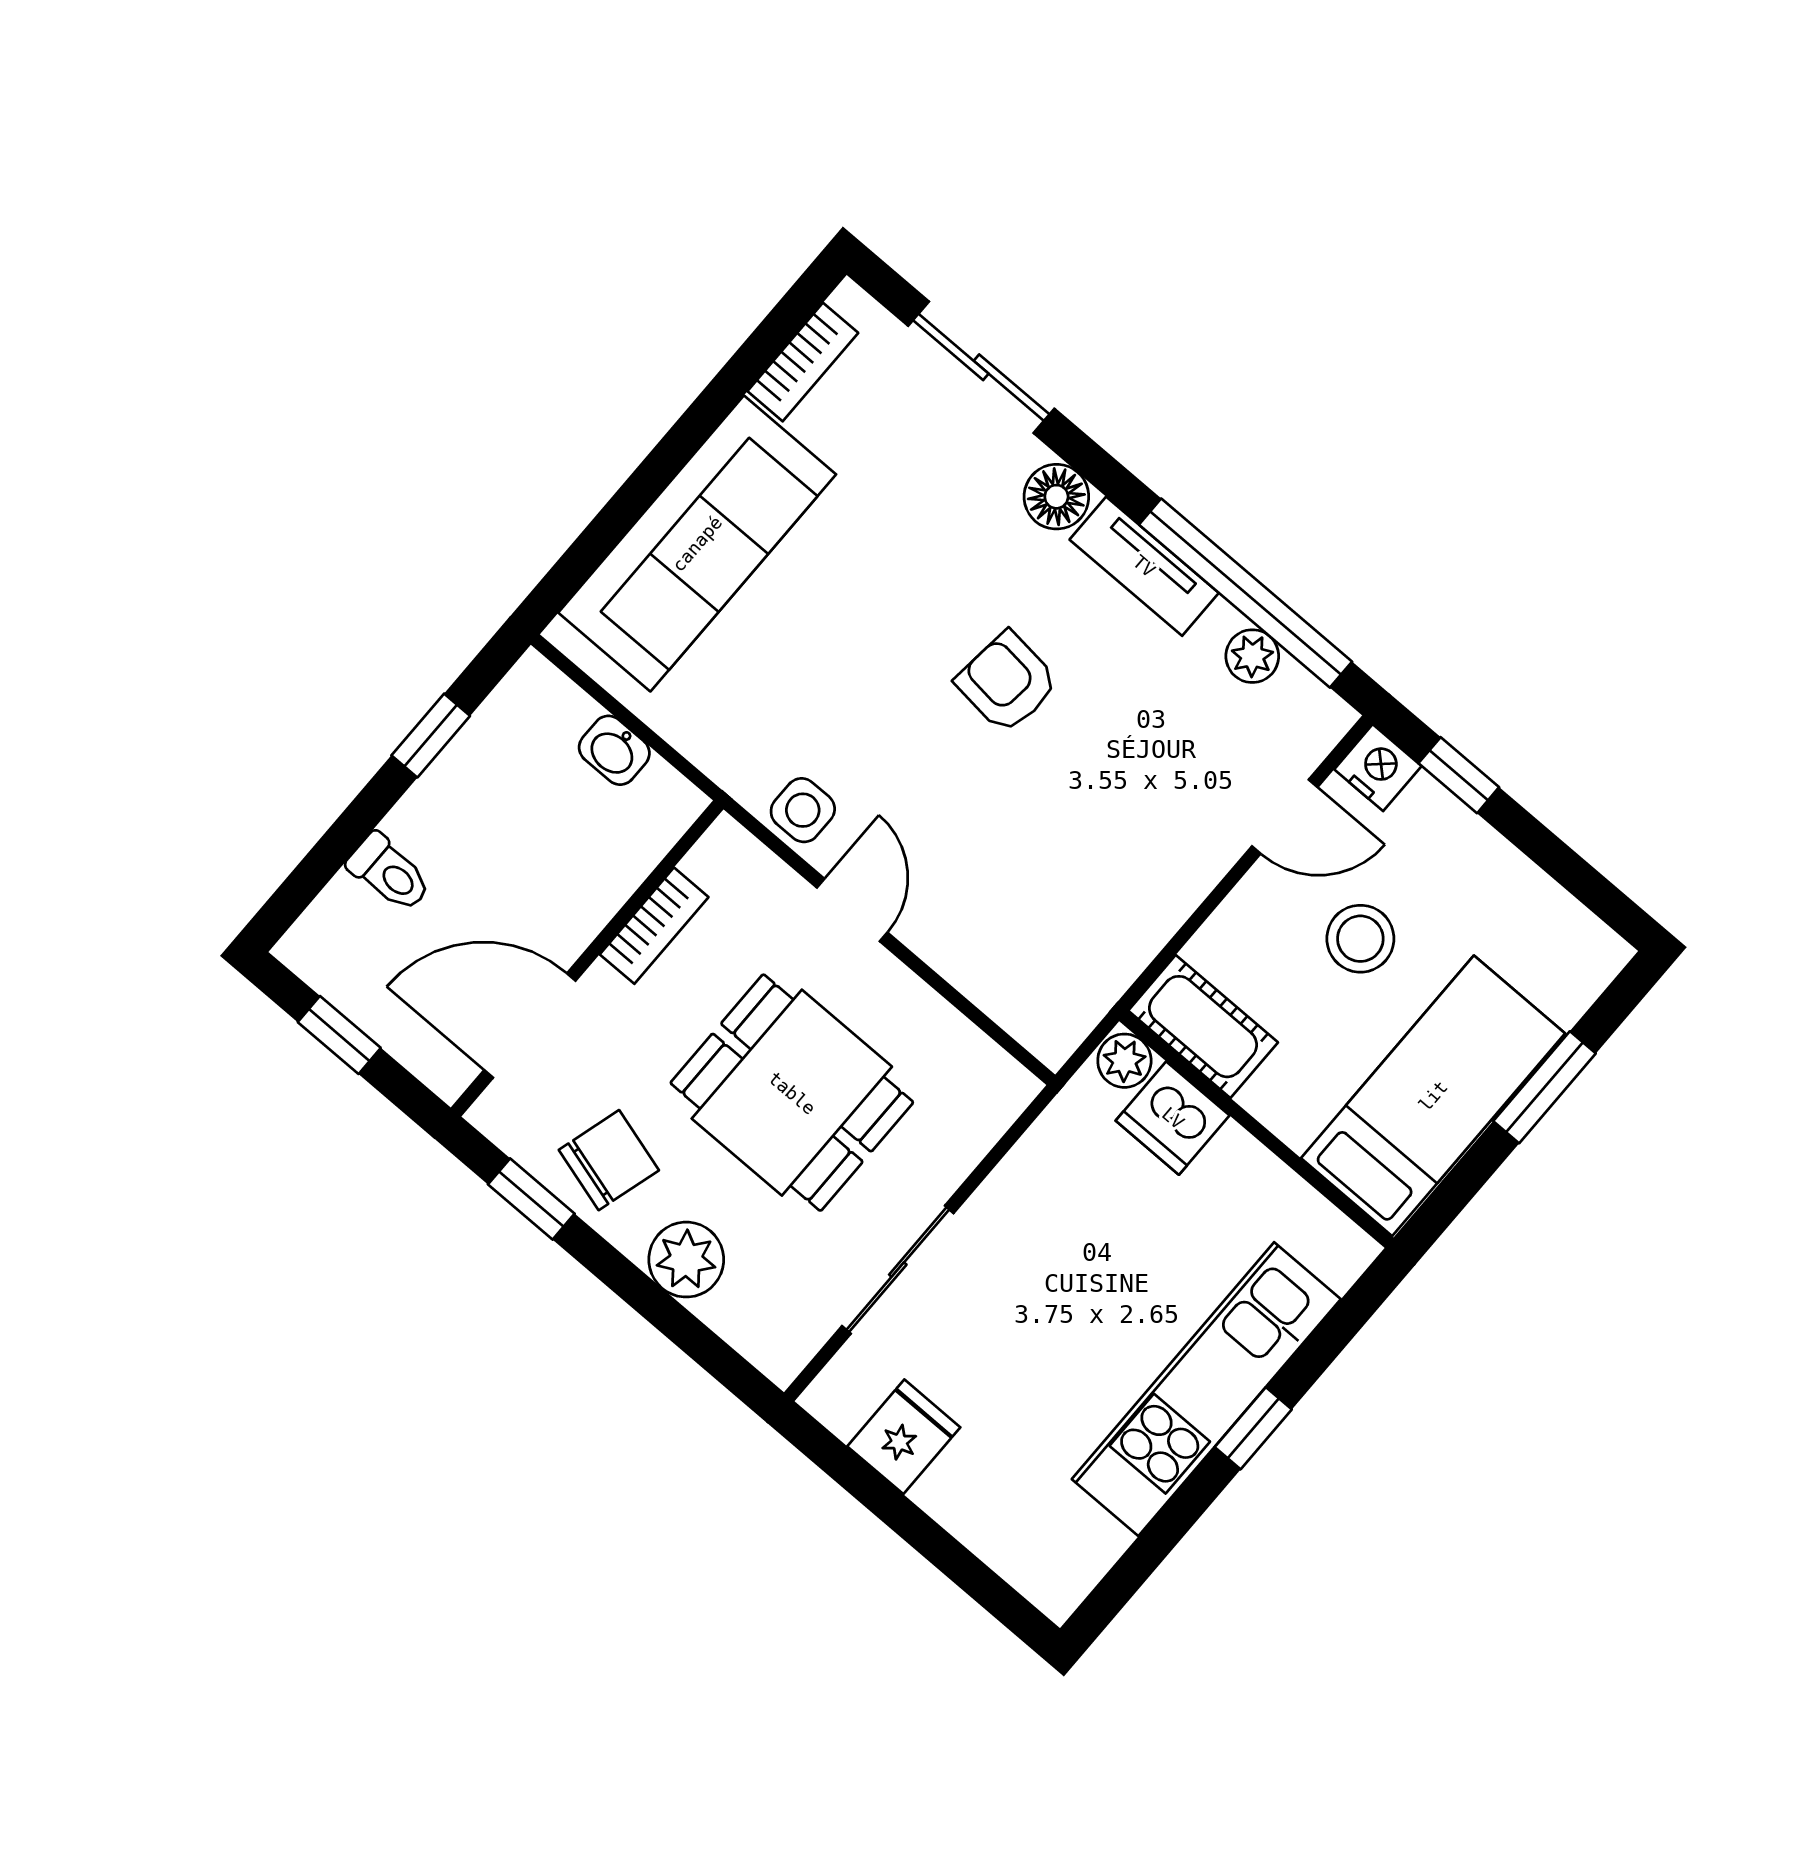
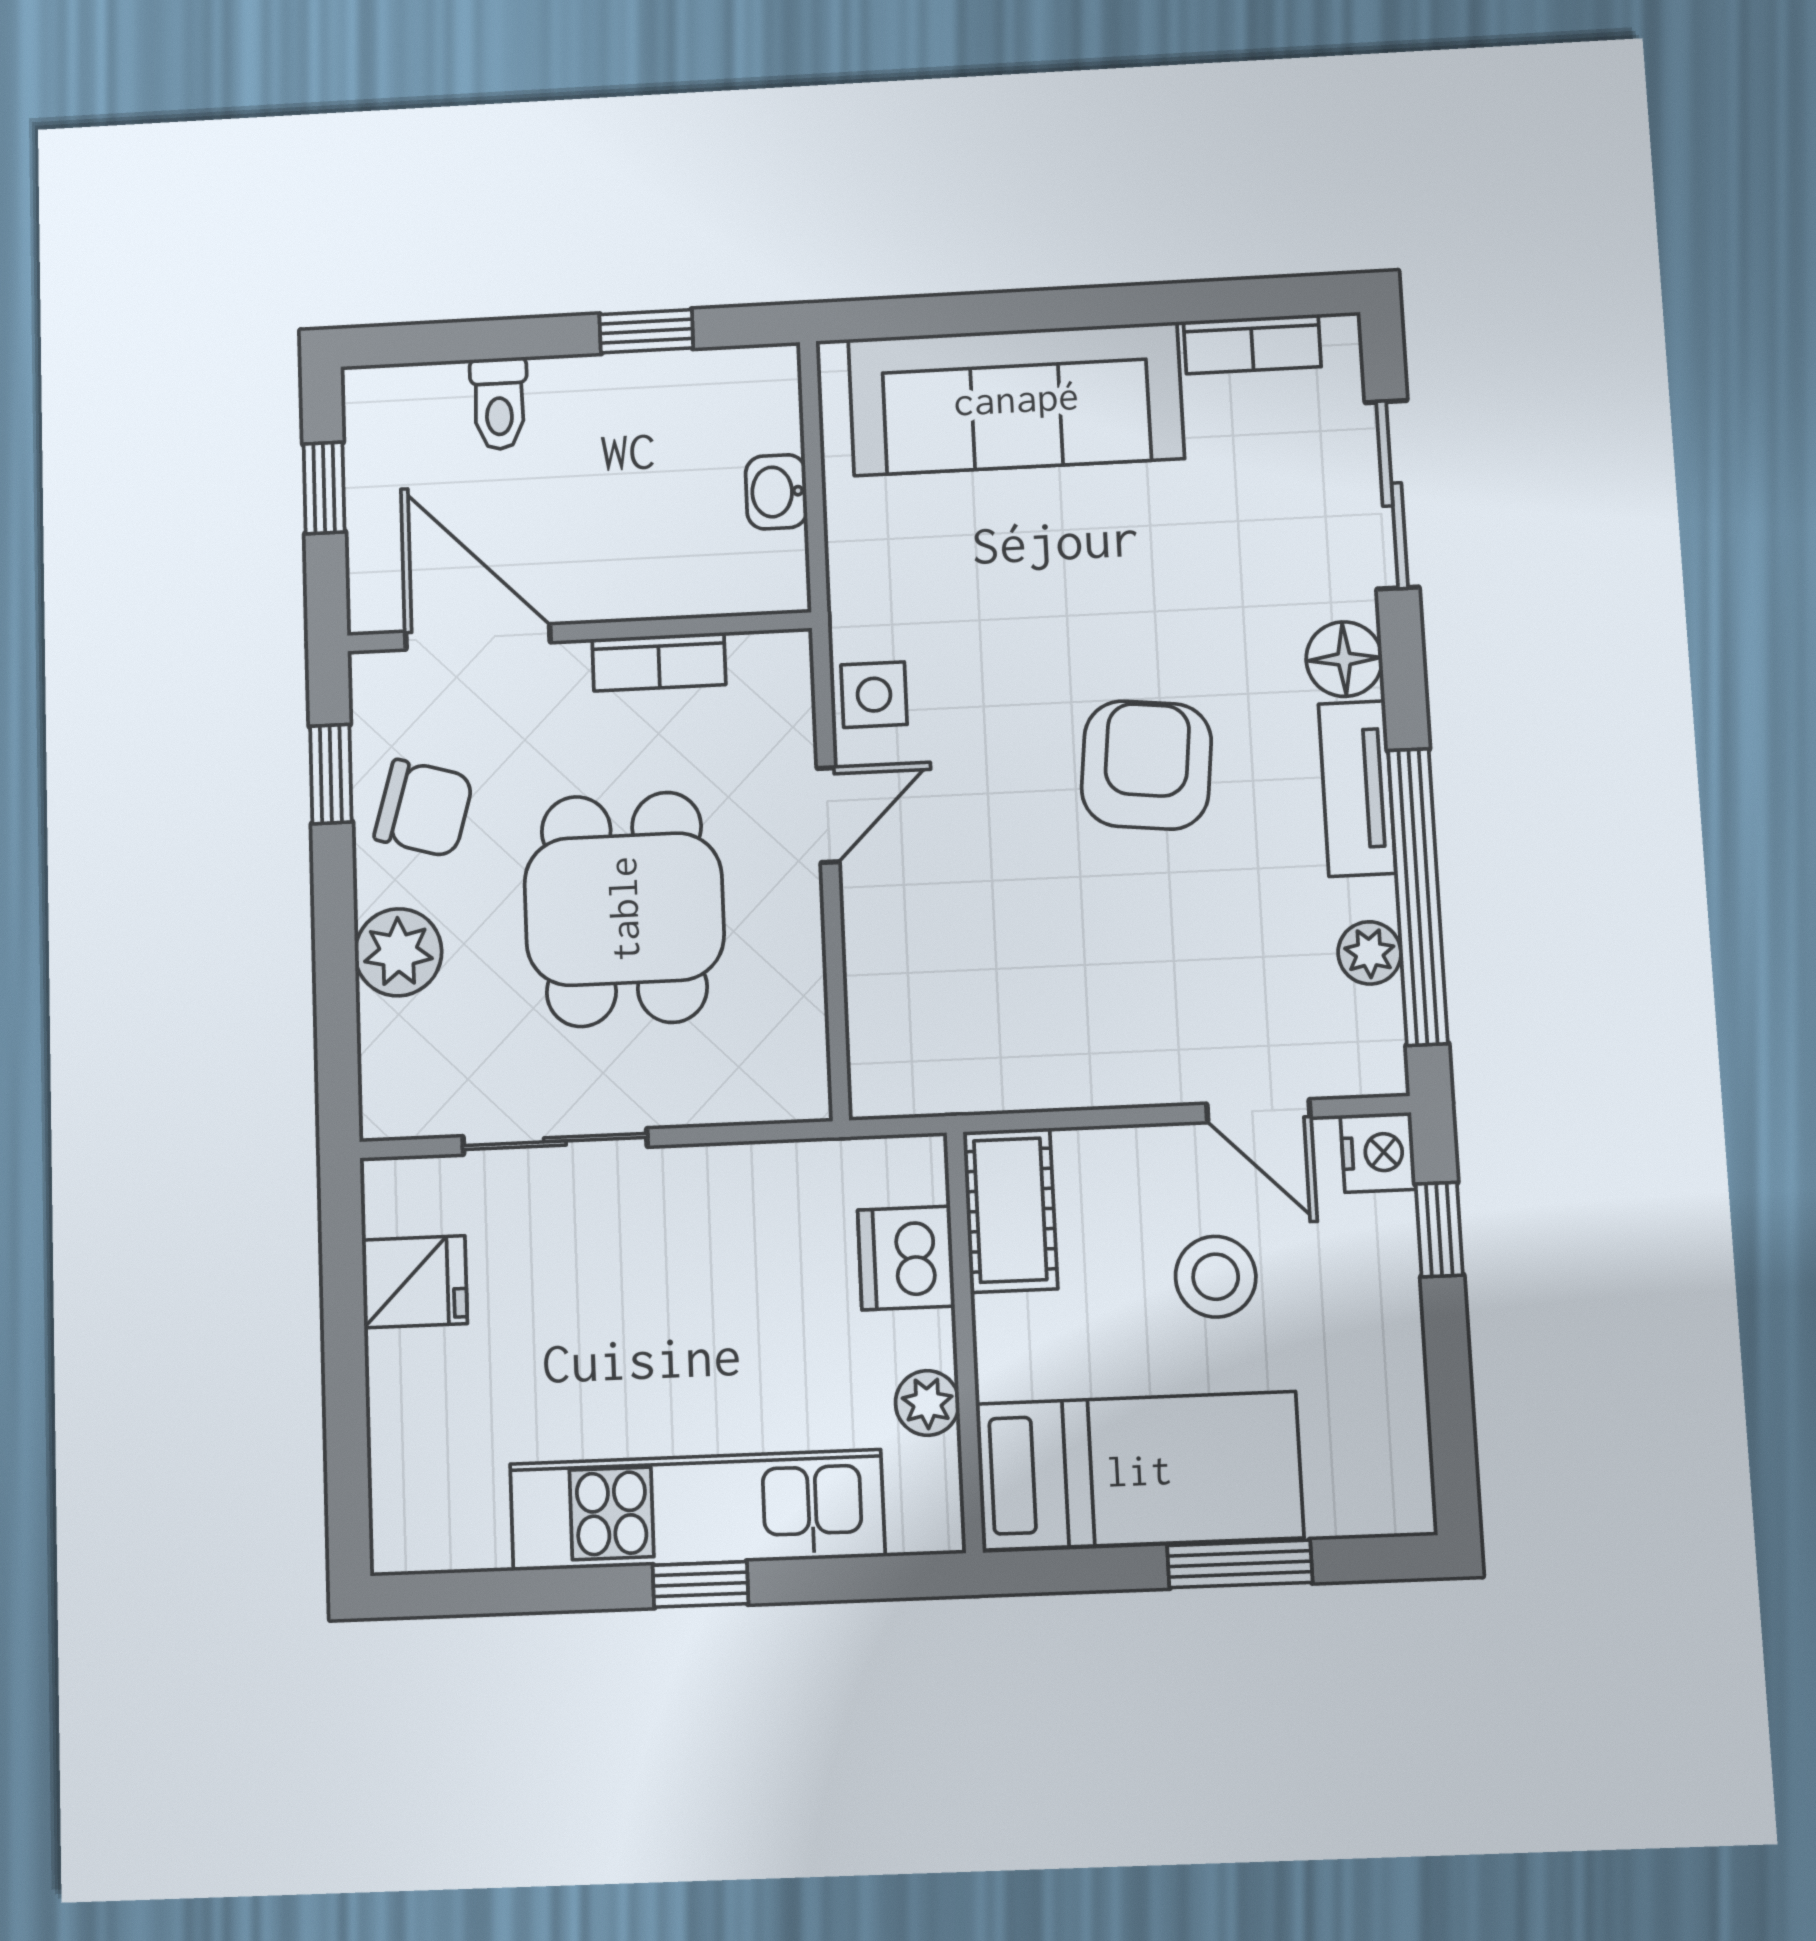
armchair: (1007, 682) -> (1146, 765), width x1.38, depth x1.38
plant: (1124, 1061) -> (927, 1403), moved

